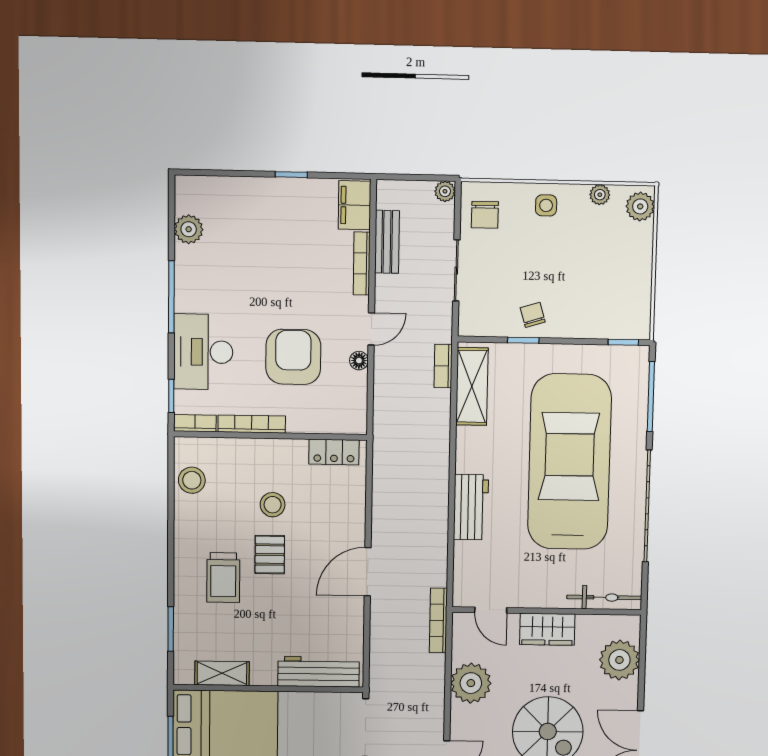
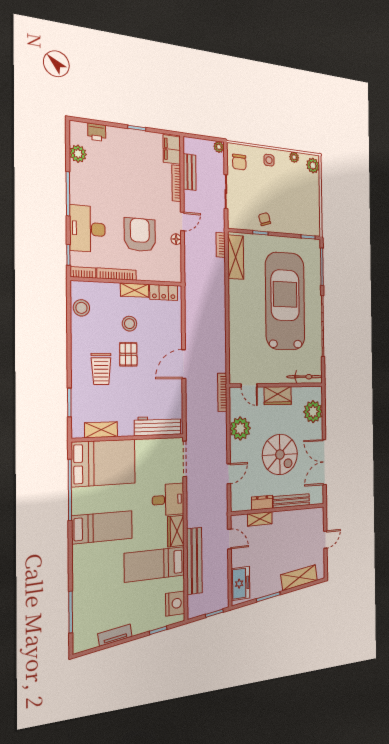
printer: (221, 190) -> (97, 132), added
shelving: (282, 450) -> (135, 290), added
workbench: (471, 507) -> (237, 326), removed

